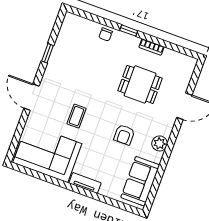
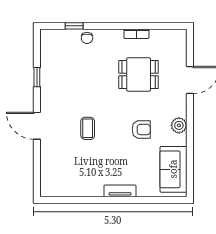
window: (129, 31) -> (74, 26), moved
armchair: (124, 135) -> (141, 129), turned -90
corner sofa: (47, 153) -> (72, 175), removed

